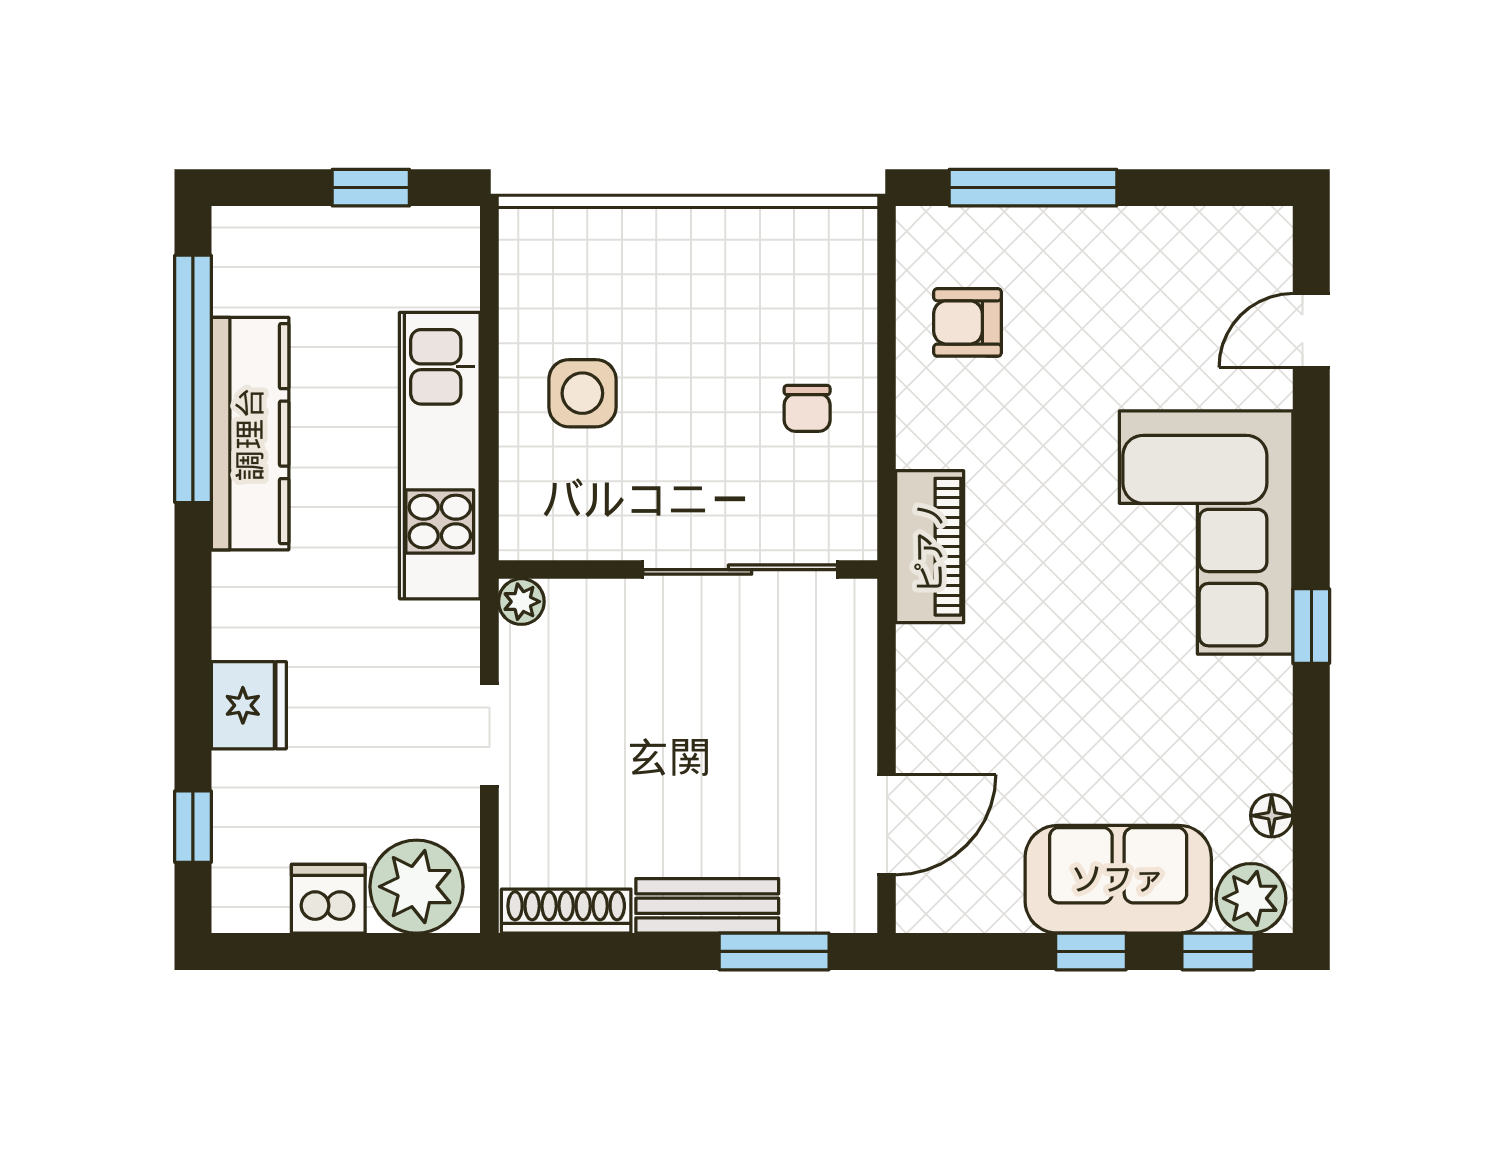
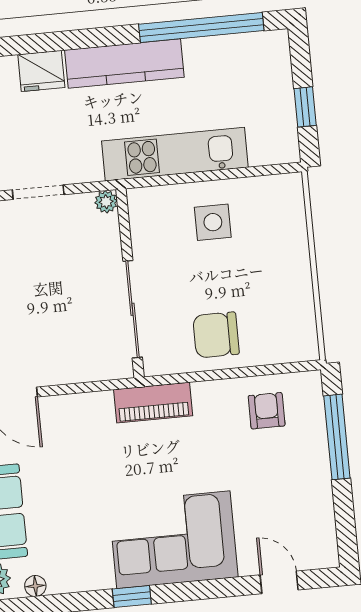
chair: (807, 408) -> (216, 335), width x1.87, depth x1.87
kitchen counter: (250, 434) -> (124, 64), moved

